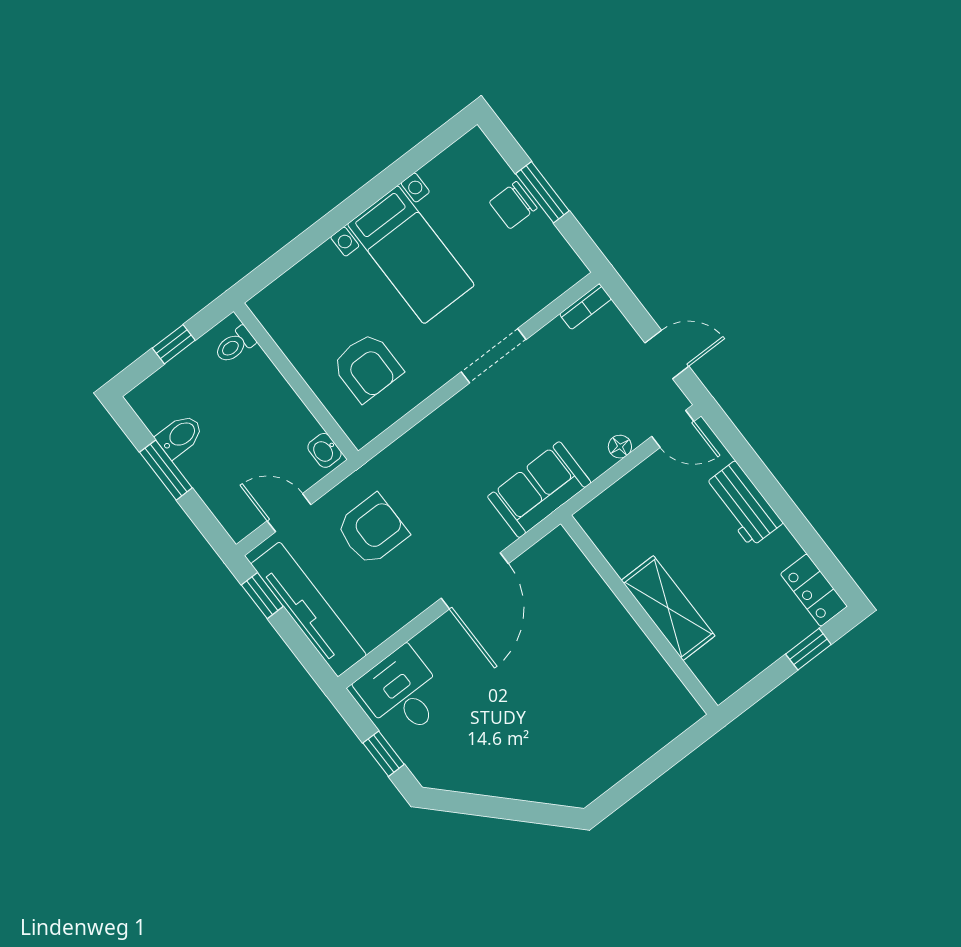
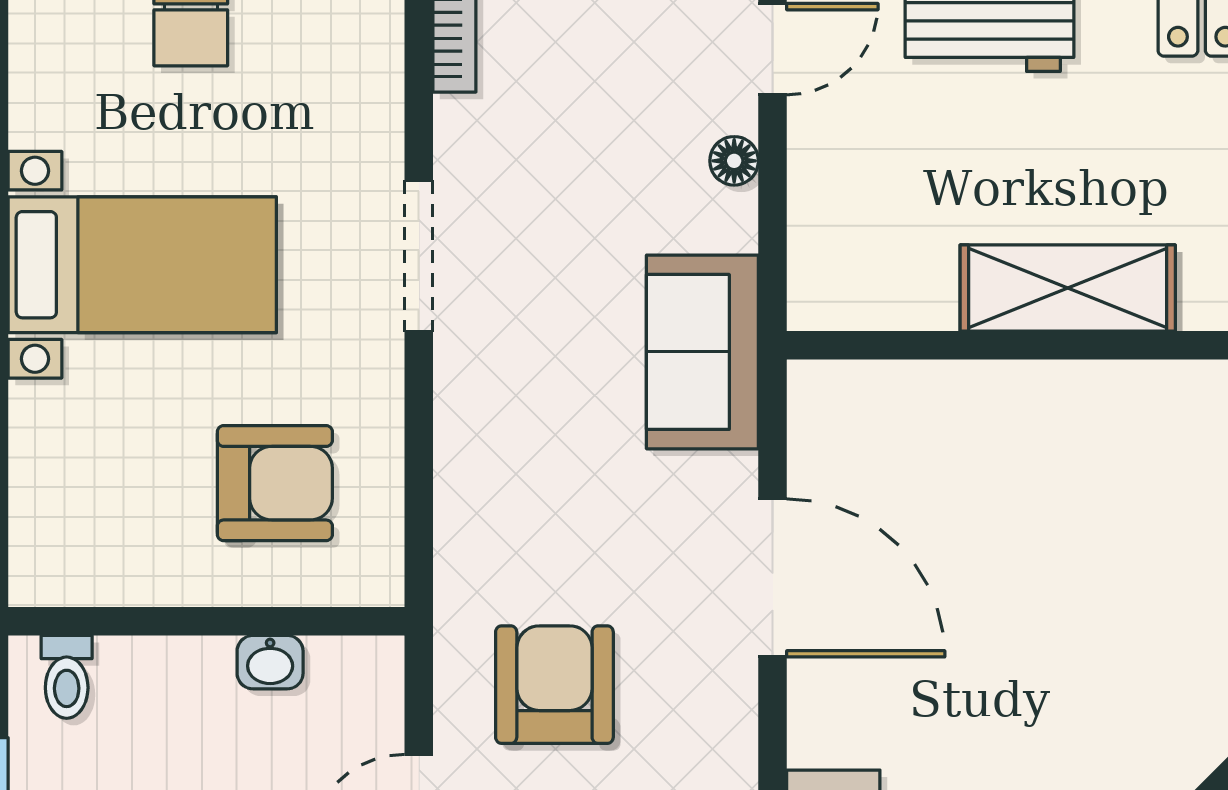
washbasin: (325, 450) -> (270, 662), moved

